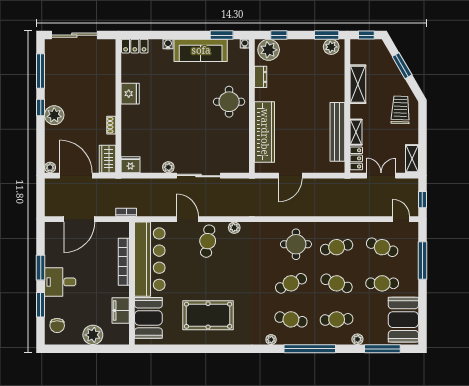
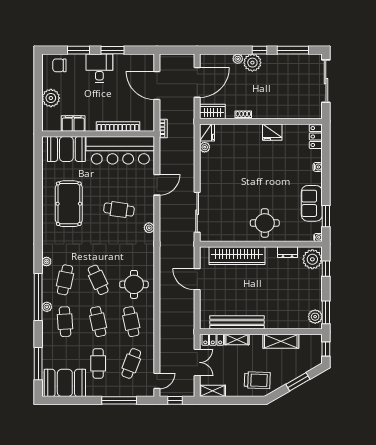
sofa: (201, 50) -> (312, 203), width x0.73
plant: (50, 167) -> (238, 59), moved
plant: (168, 167) -> (205, 147), moved
sliding door: (199, 176) -> (197, 212), moved
cafe table: (208, 241) -> (119, 210), moved
cafe table: (337, 283) -> (98, 322), turned -33
plant: (357, 339) -> (47, 307), moved

